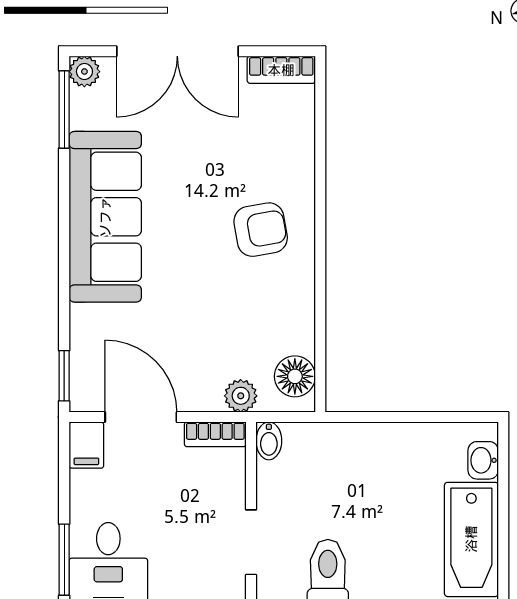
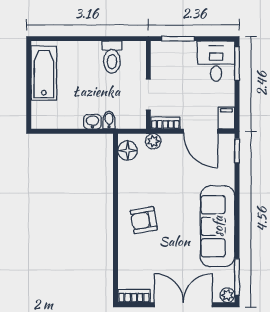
bidet: (269, 441) -> (109, 120), moved
washbasin: (483, 460) -> (92, 122), moved, turned -90
doorway: (251, 542) -> (148, 95), moved

